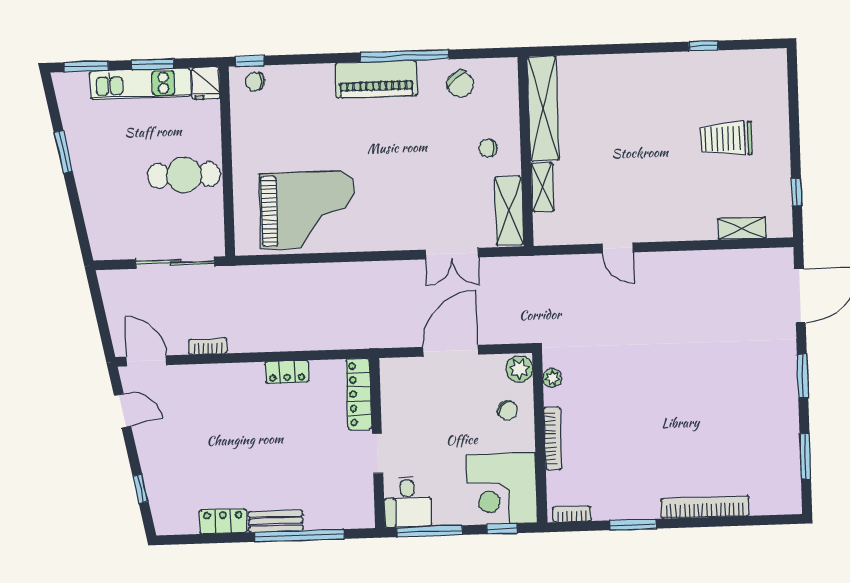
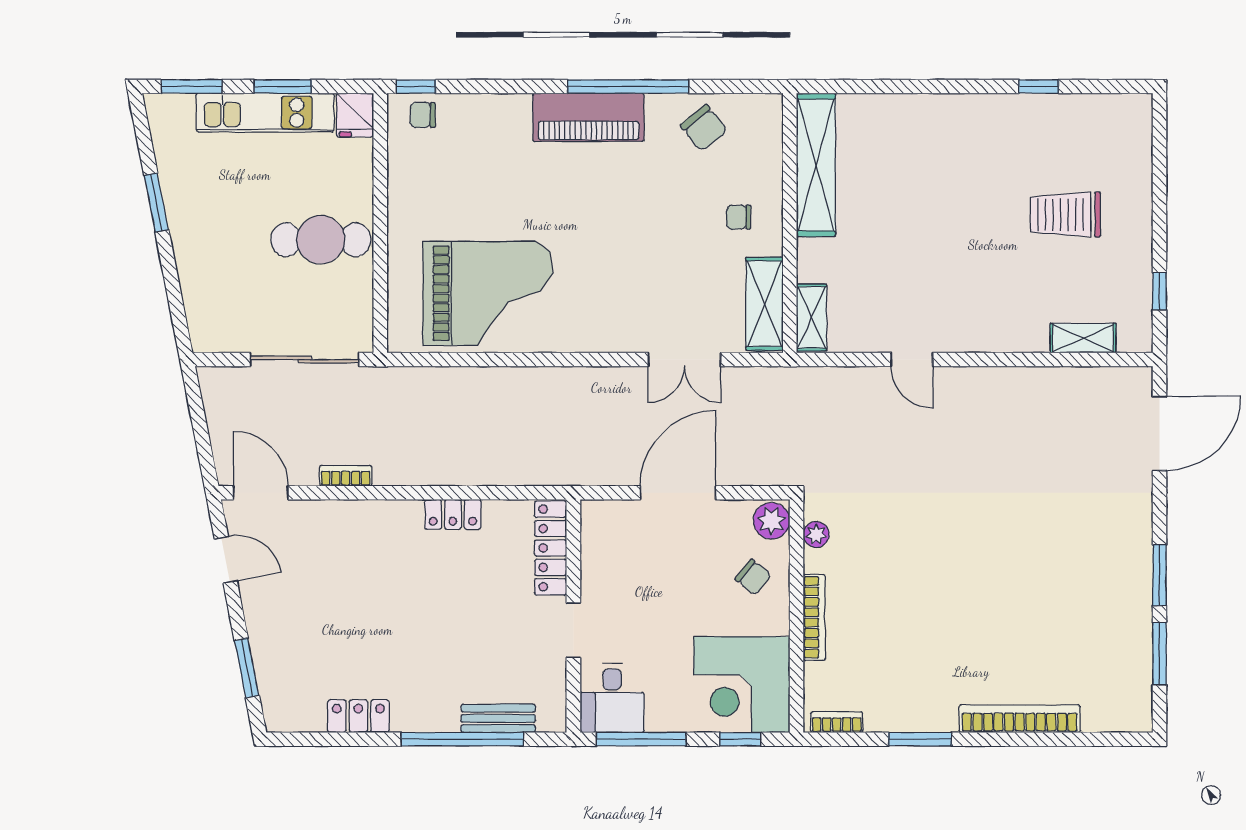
shelving: (542, 187) -> (812, 318), moved
window: (803, 376) -> (1159, 575), moved
window: (140, 489) -> (247, 668), width x1.50
bench: (276, 521) -> (498, 718), moved

